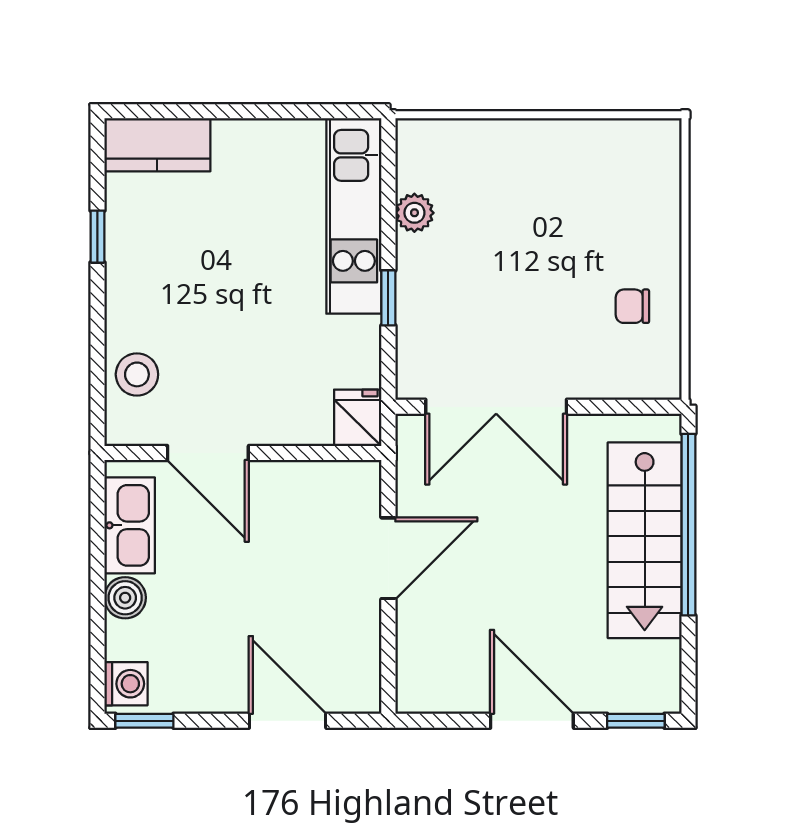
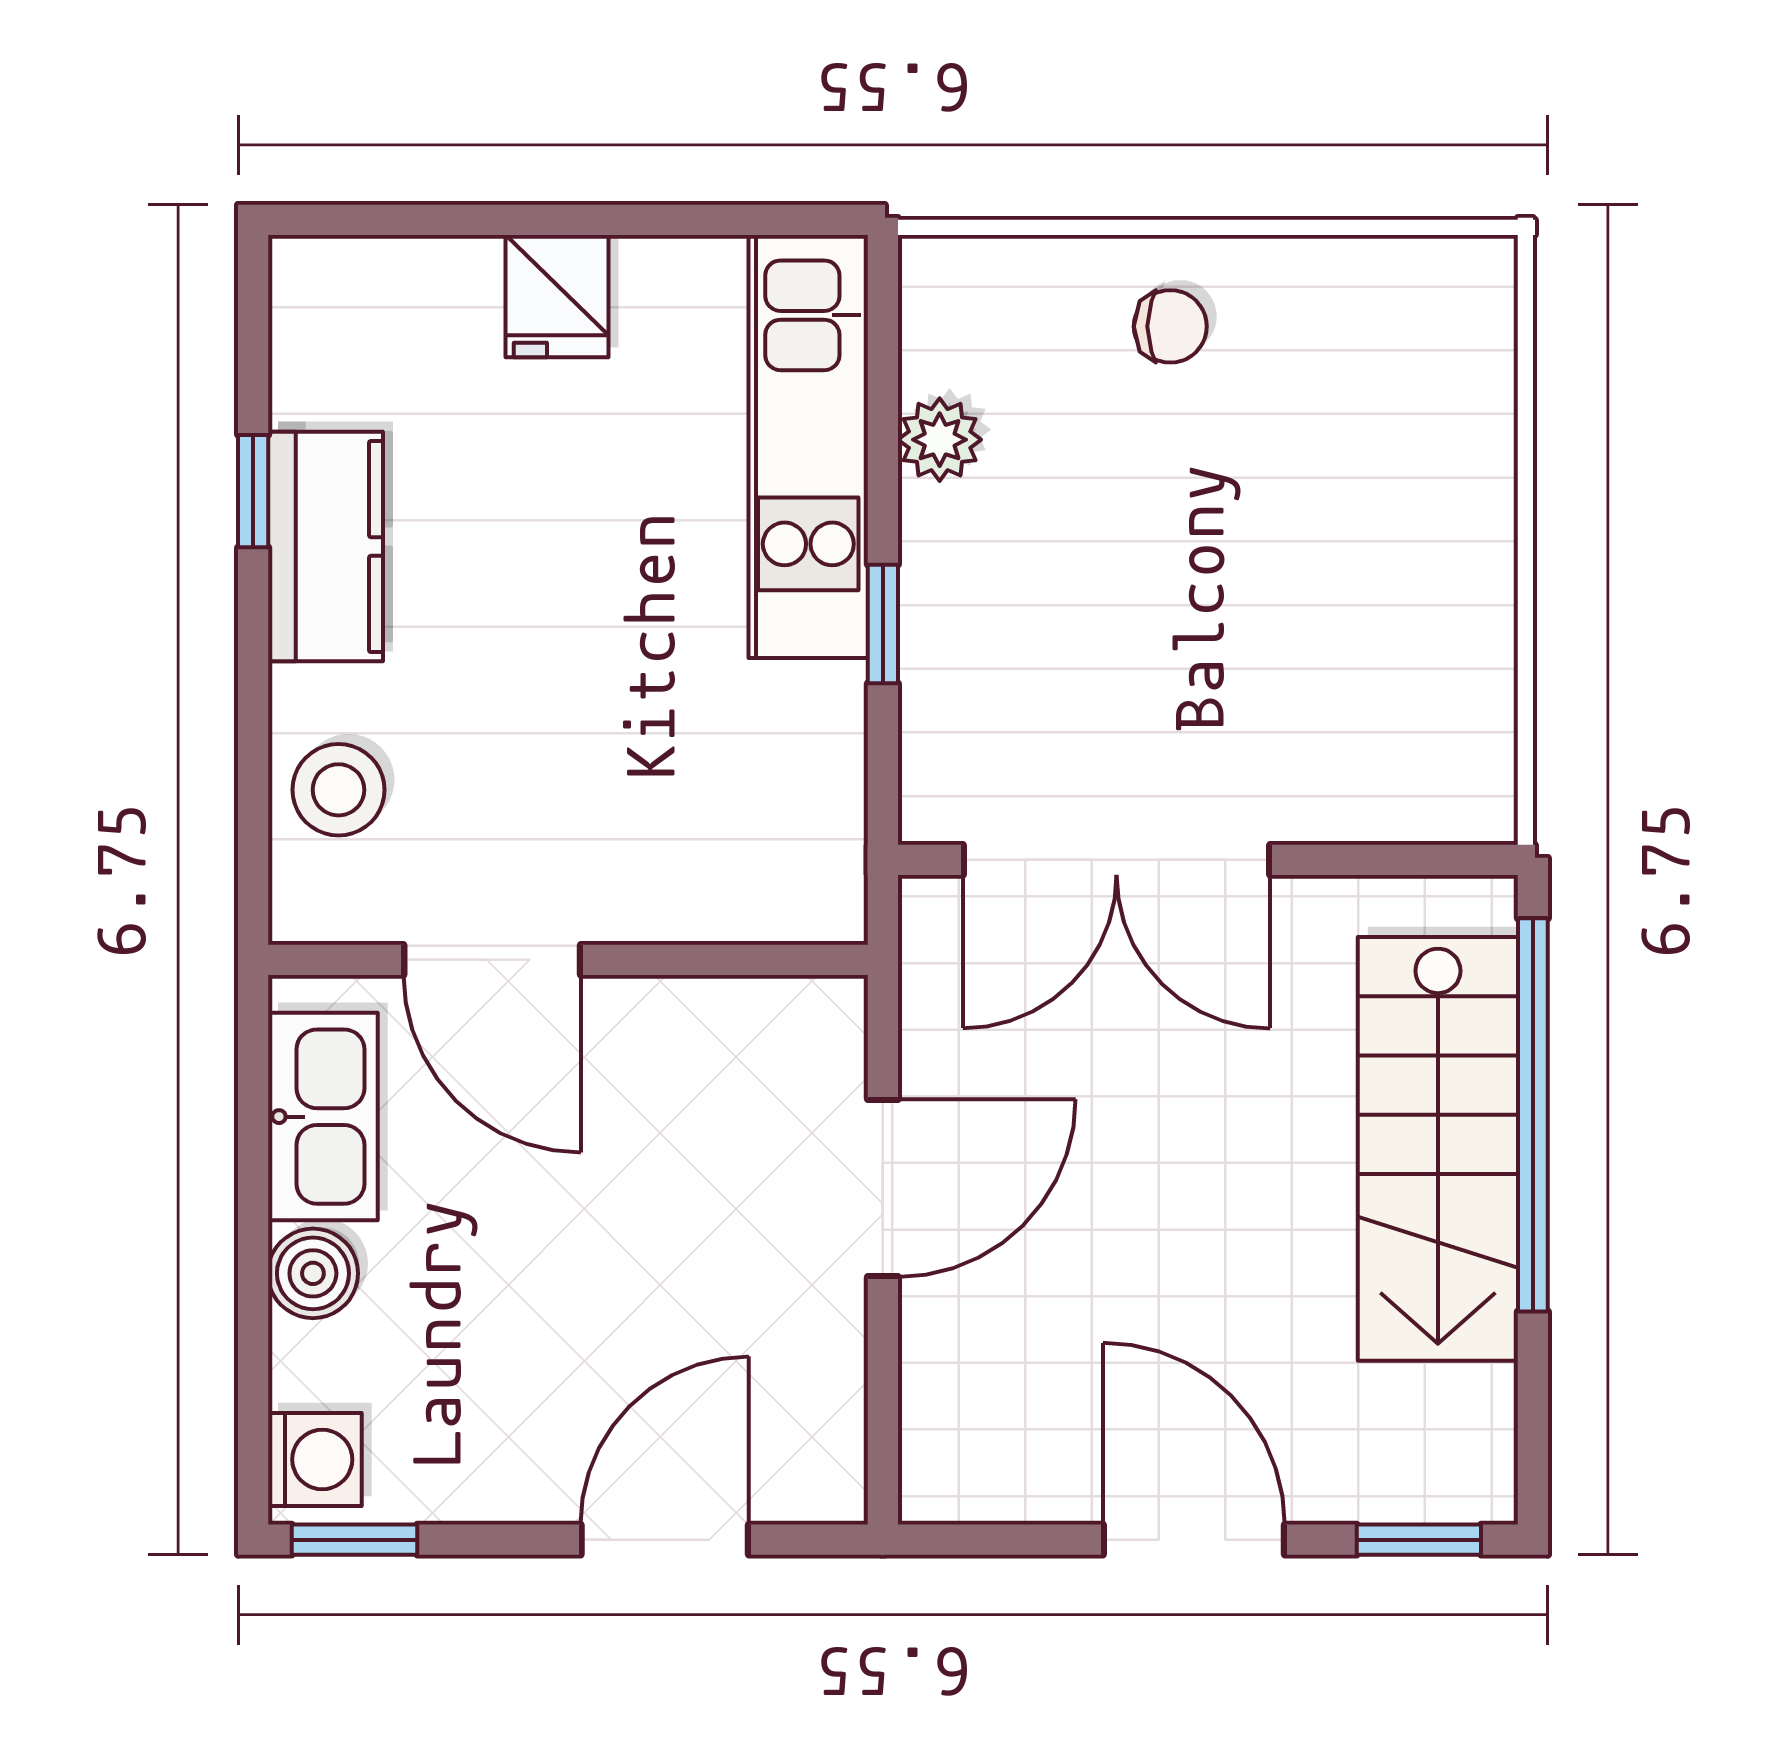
kitchen counter: (157, 145) -> (325, 547), moved, turned -90
chair: (632, 306) -> (1170, 326), moved, turned 180
fridge: (358, 418) -> (557, 296), moved, turned 180
door: (288, 721) -> (665, 1540), hinge flipped

